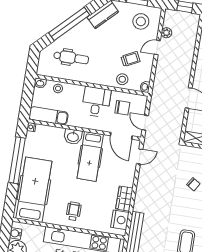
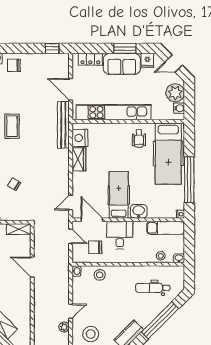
trolley: (131, 59) -> (95, 296), removed
desk: (96, 102) -> (120, 235), moved, turned 180
wheelchair: (74, 211) -> (139, 139), moved

